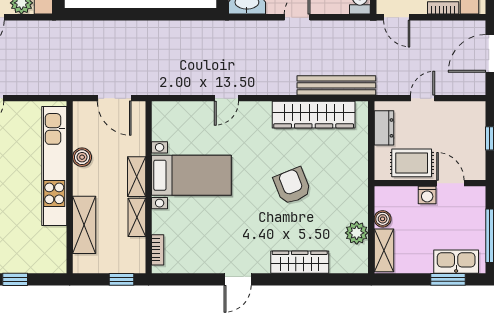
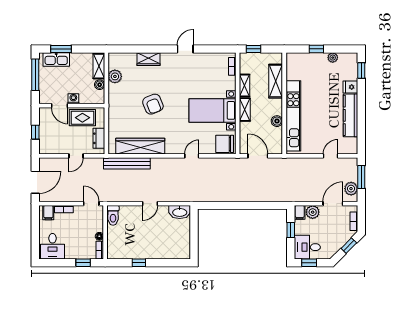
chair: (171, 118) -> (225, 144), added
wardrobe: (300, 262) -> (148, 59), width x0.67

